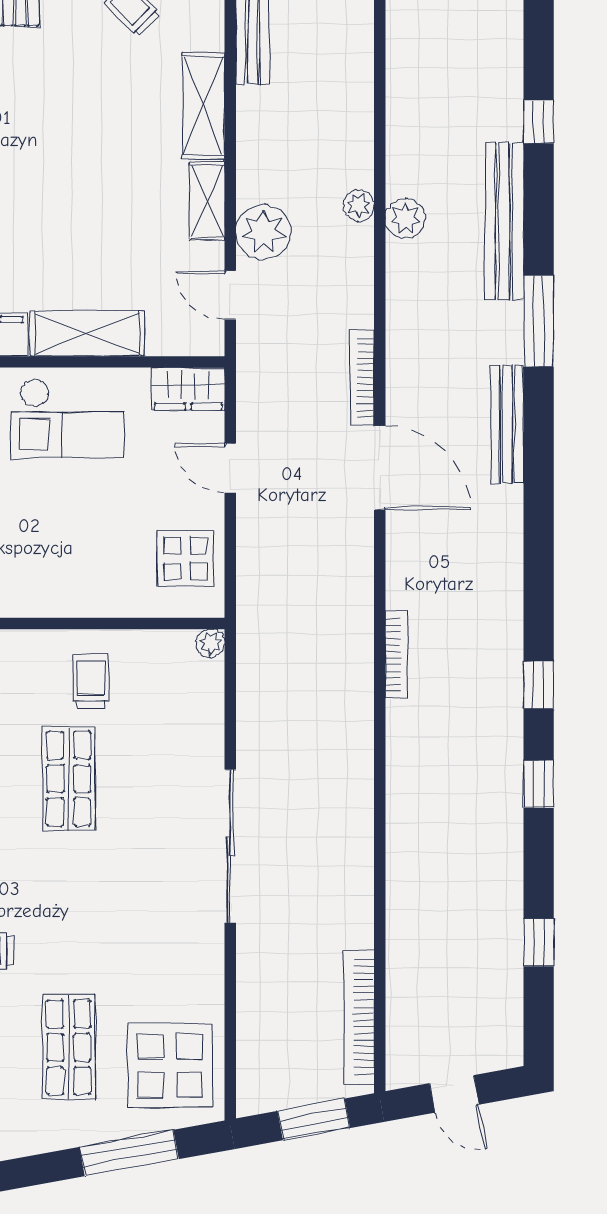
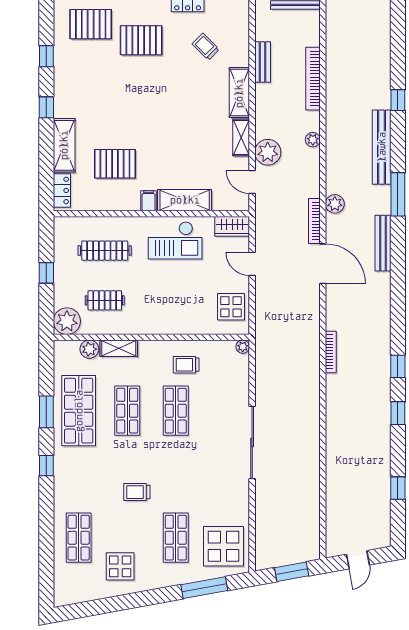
plant: (405, 218) -> (335, 204), moved
trolley: (91, 682) -> (186, 365), turned -90
bookcase: (359, 1017) -> (313, 79), moved
door: (454, 1094) -> (358, 560), hinge flipped

